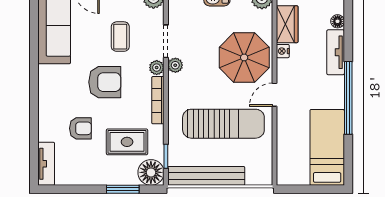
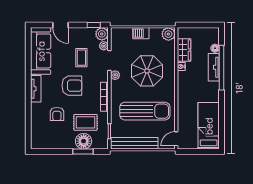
parasol: (244, 57) -> (147, 71), moved
plant: (157, 68) -> (104, 46), moved
door: (274, 95) -> (176, 139), moved
window: (348, 98) -> (222, 68), moved
armchair: (80, 128) -> (57, 114), turned 90
tv unit: (46, 164) -> (36, 89), moved
floor lamp: (151, 172) -> (84, 141), moved

